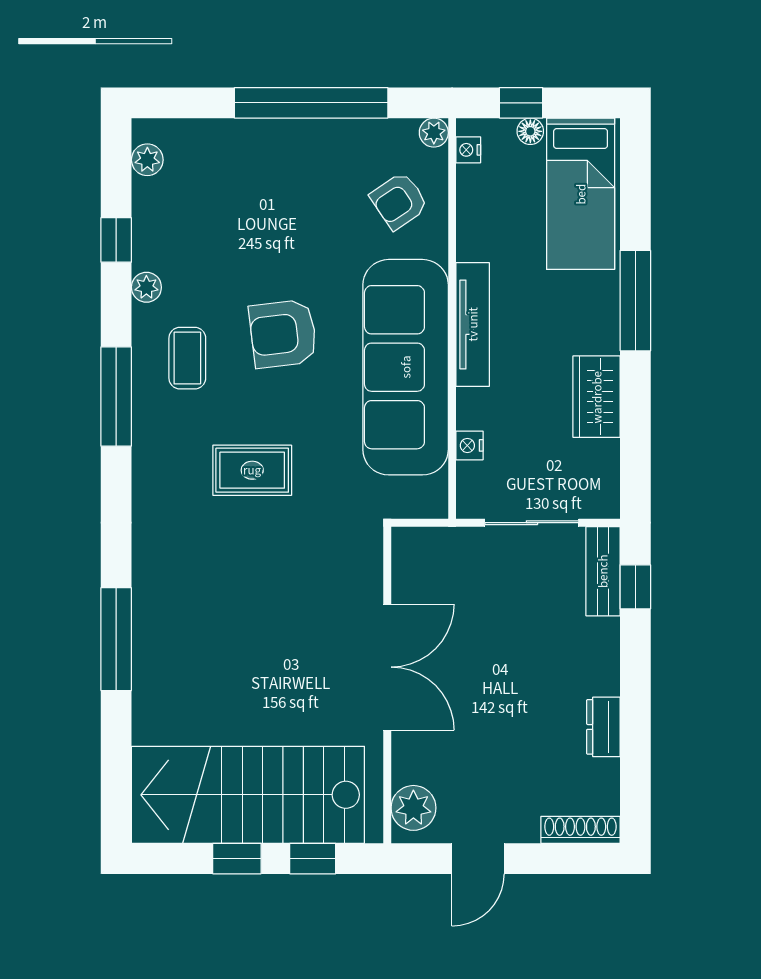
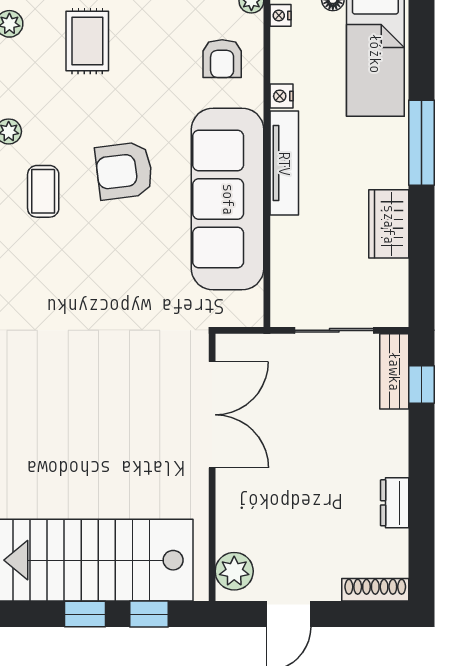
armchair: (399, 201) -> (222, 59), turned -56
nightstand: (470, 445) -> (282, 96), moved
rug: (252, 470) -> (87, 41), moved, turned 90
double door: (387, 667) -> (212, 415), moved

